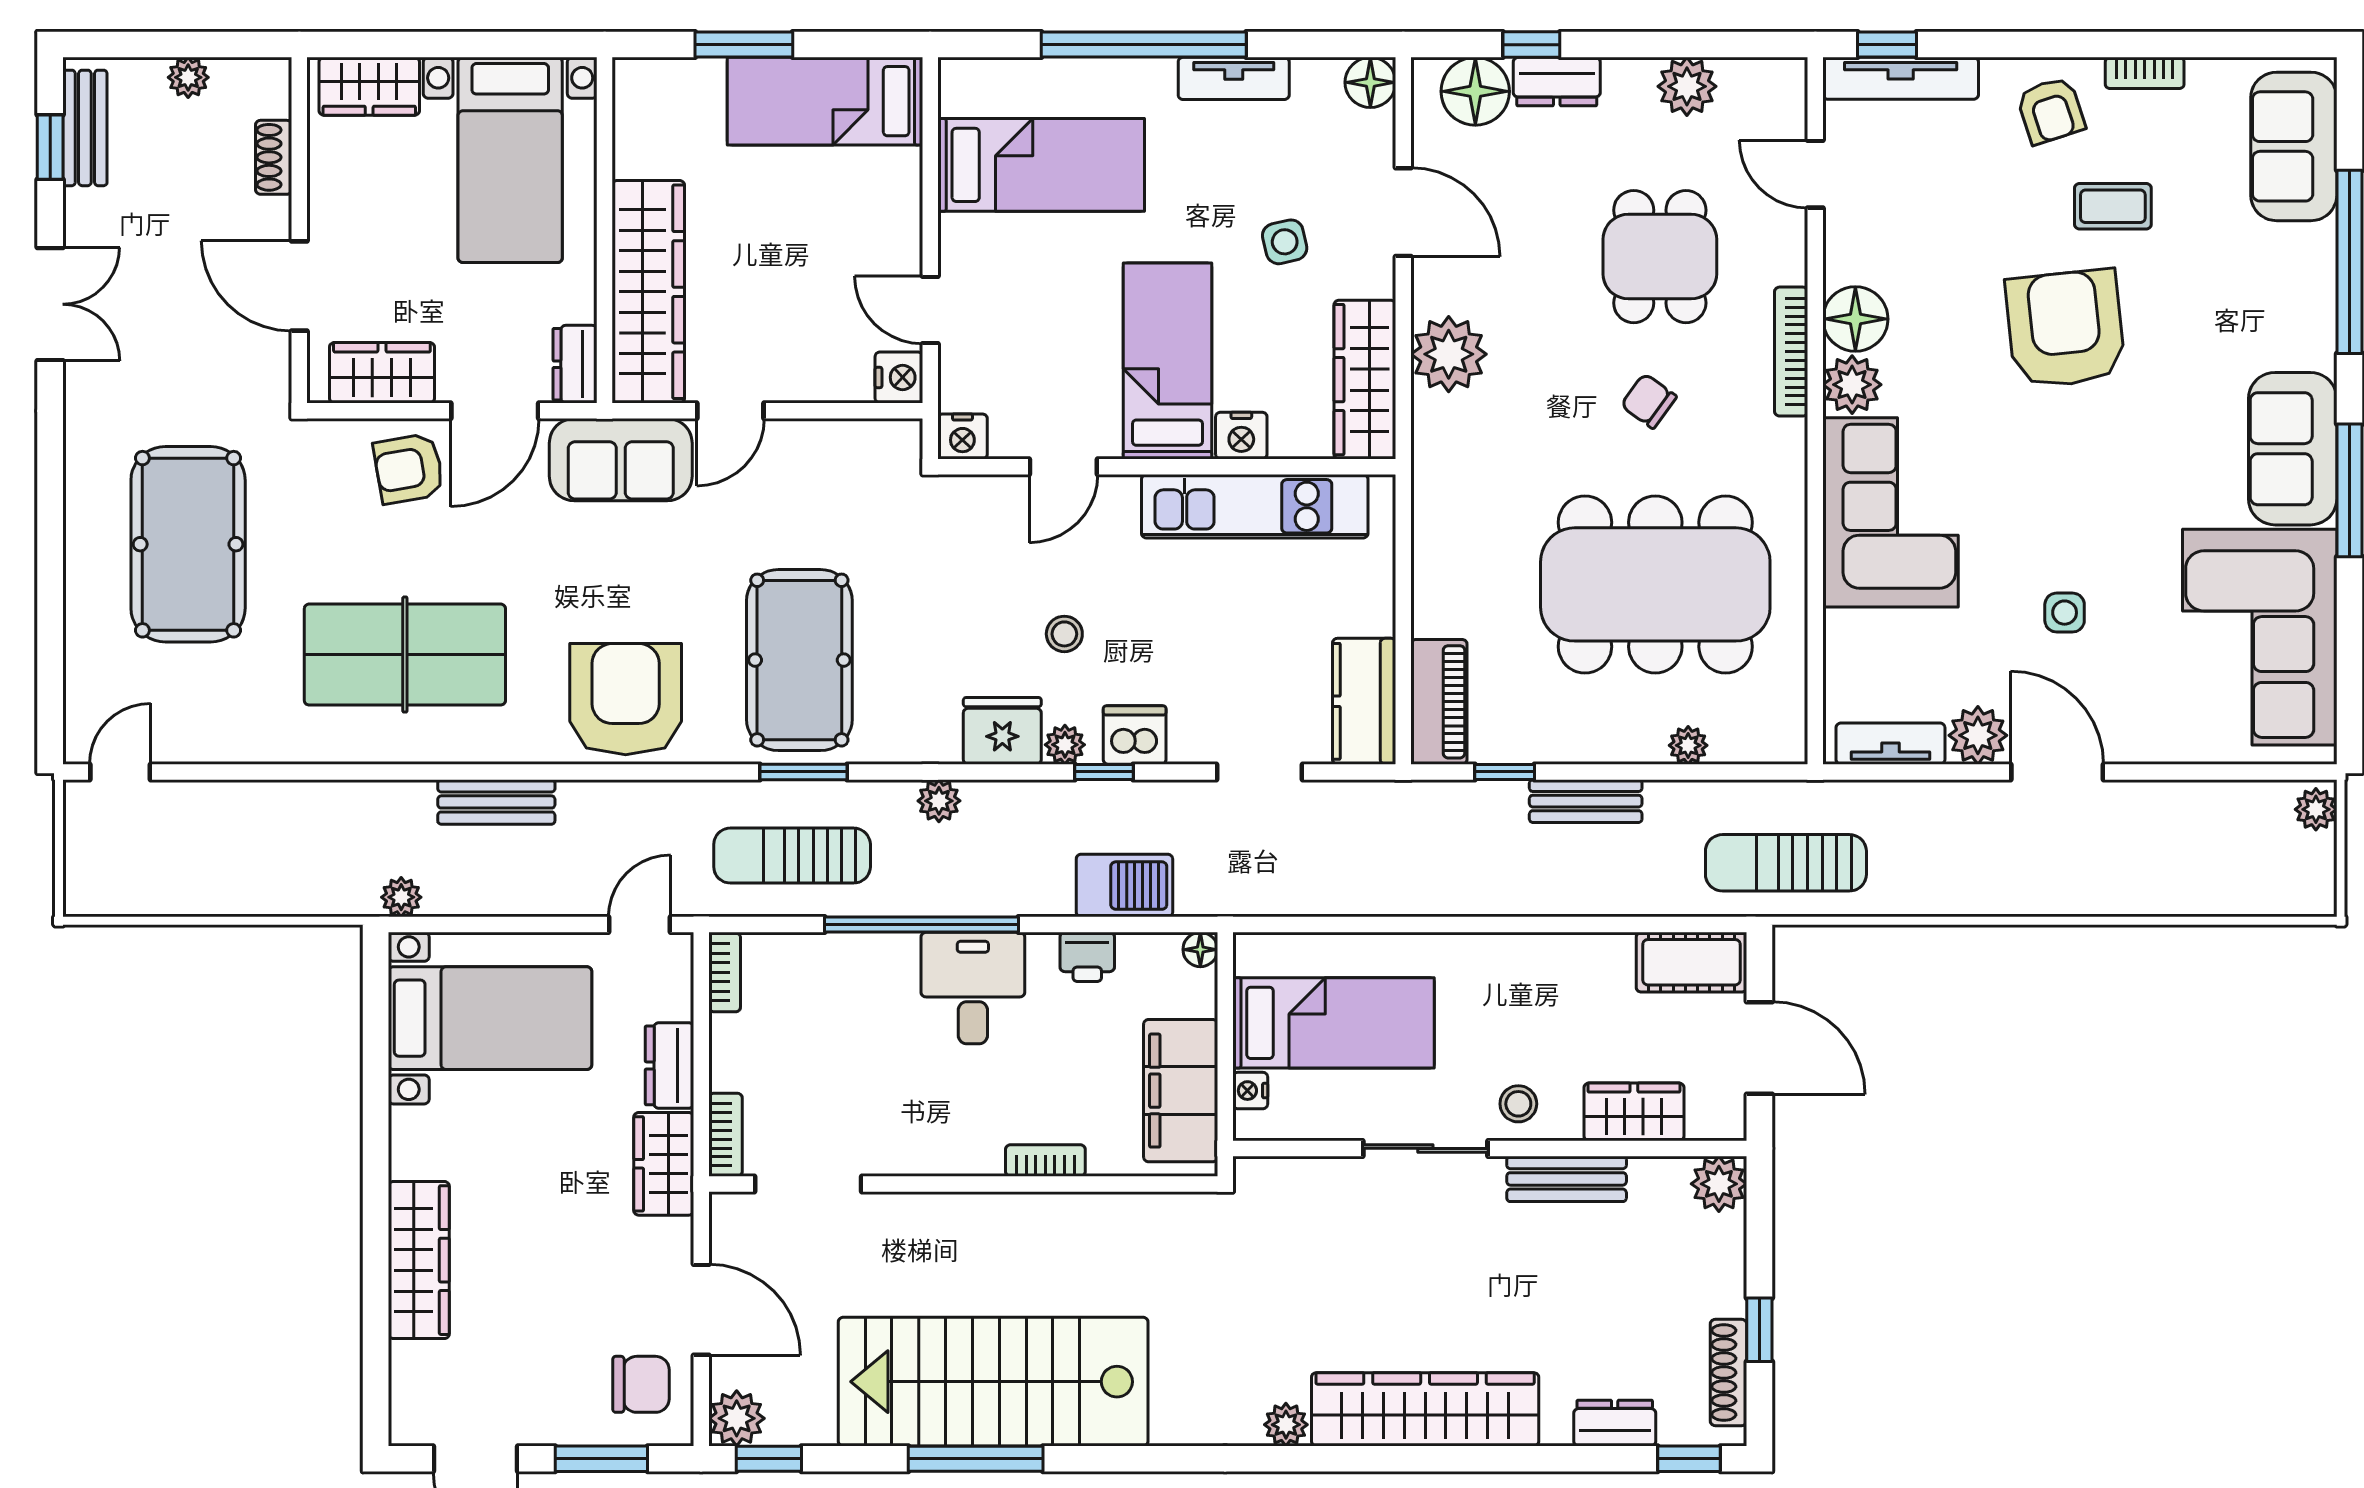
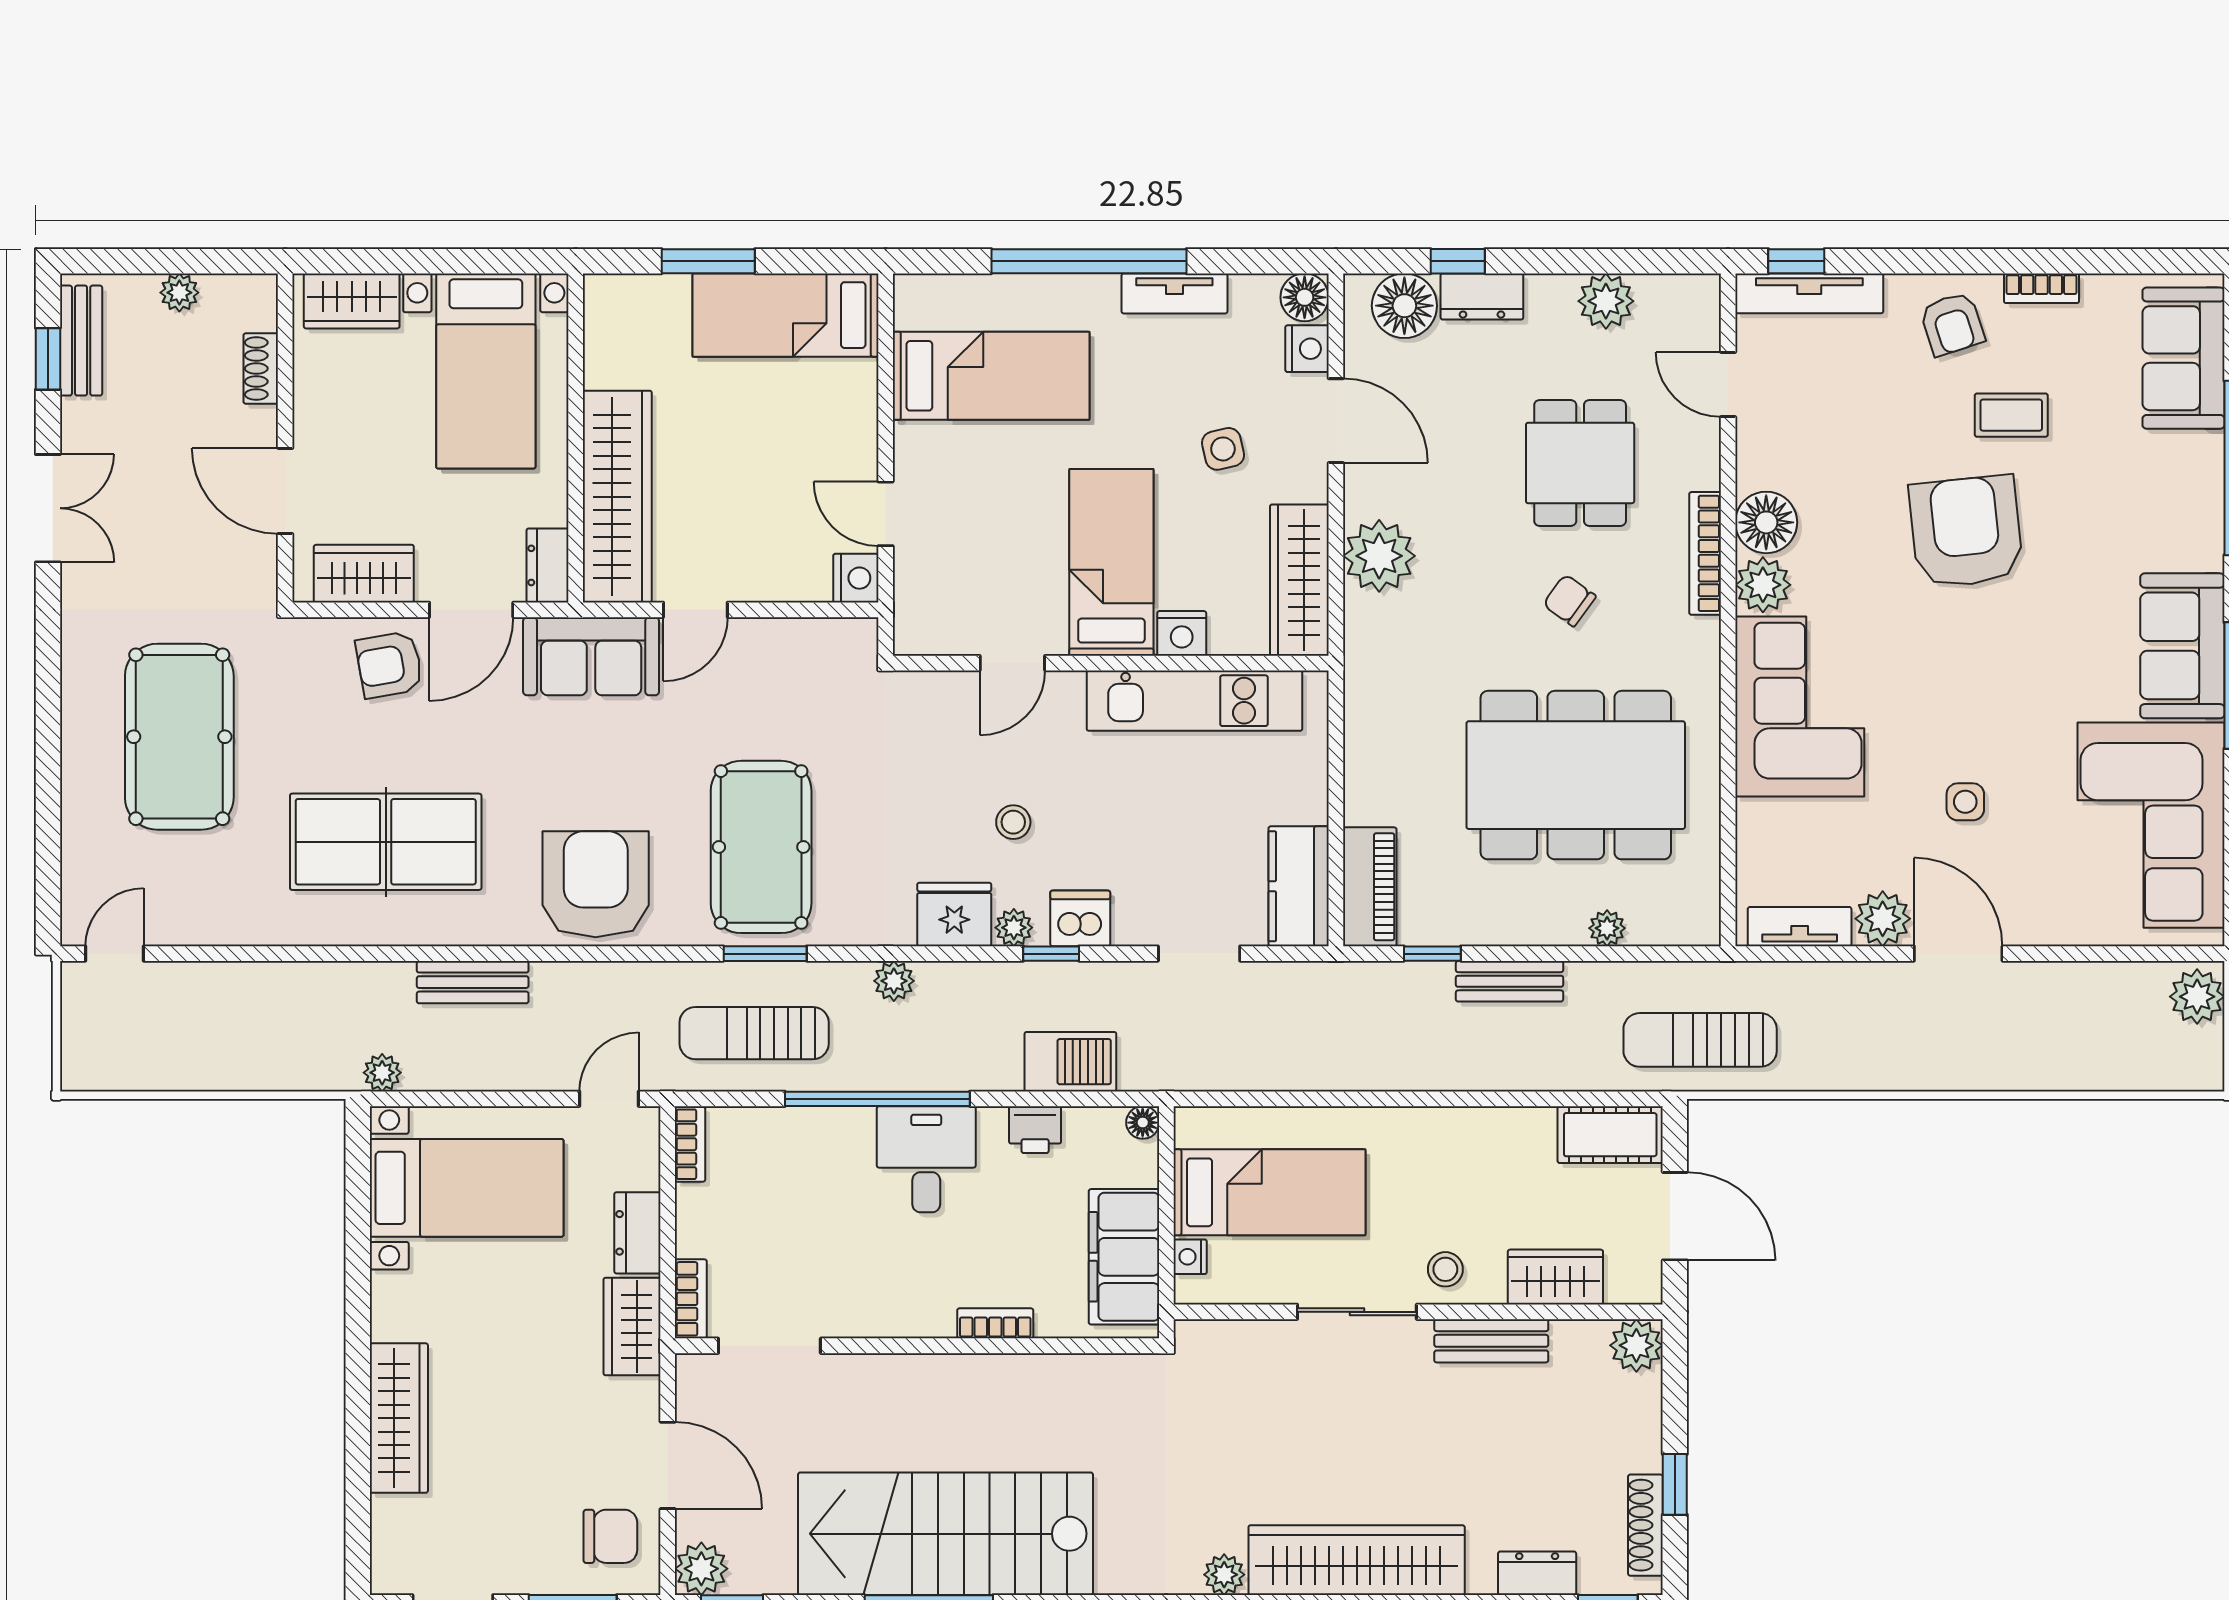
nightstand: (962, 436) -> (1307, 349), moved, turned -90
plant: (2316, 809) -> (2197, 997), width x1.38, depth x1.38

